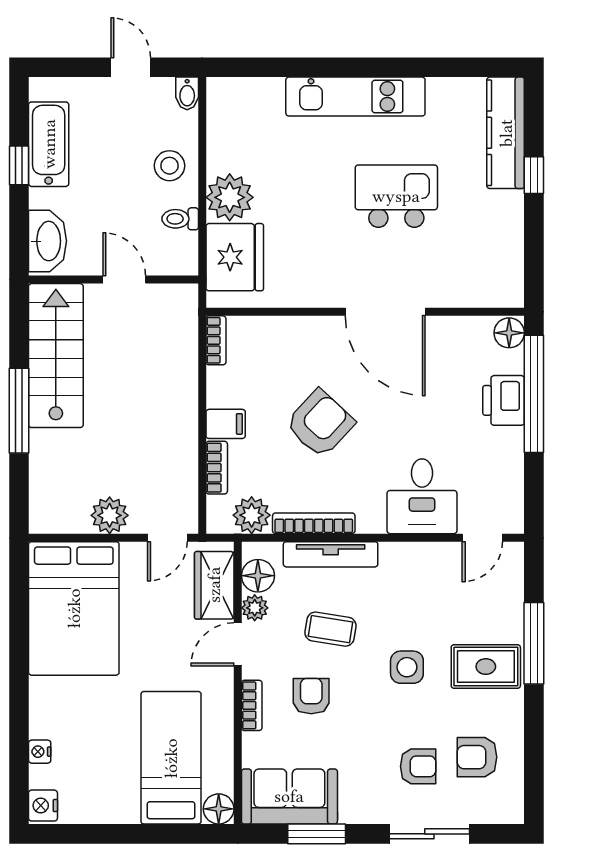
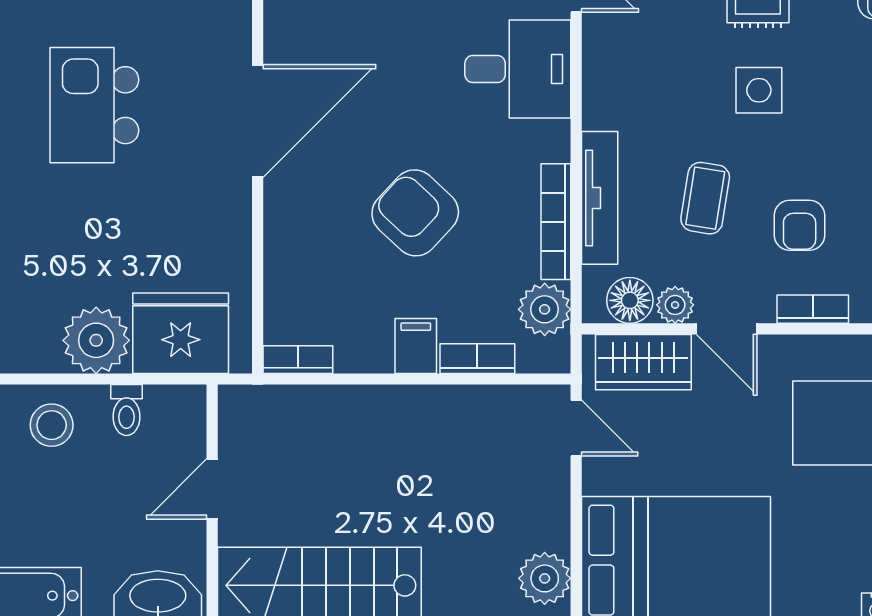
plant: (110, 515) -> (545, 578), moved
armchair: (311, 696) -> (800, 225), turned -90

